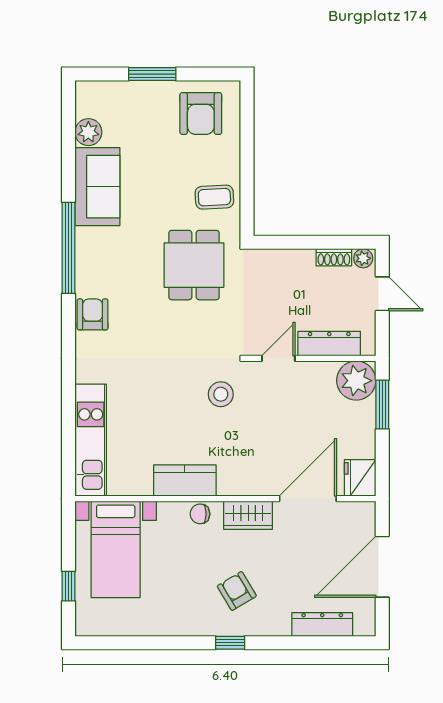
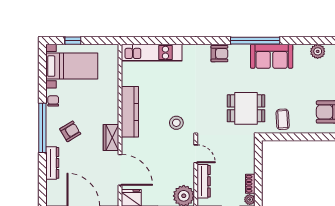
sofa: (97, 187) -> (272, 56), moved
kitchen counter: (185, 480) -> (130, 112), width x1.50
chair: (200, 514) -> (53, 101), moved
bed with nightstands: (116, 549) -> (72, 66), moved, turned 180
dresser: (322, 624) -> (52, 163), moved
window: (230, 643) -> (42, 128), width x3.17

